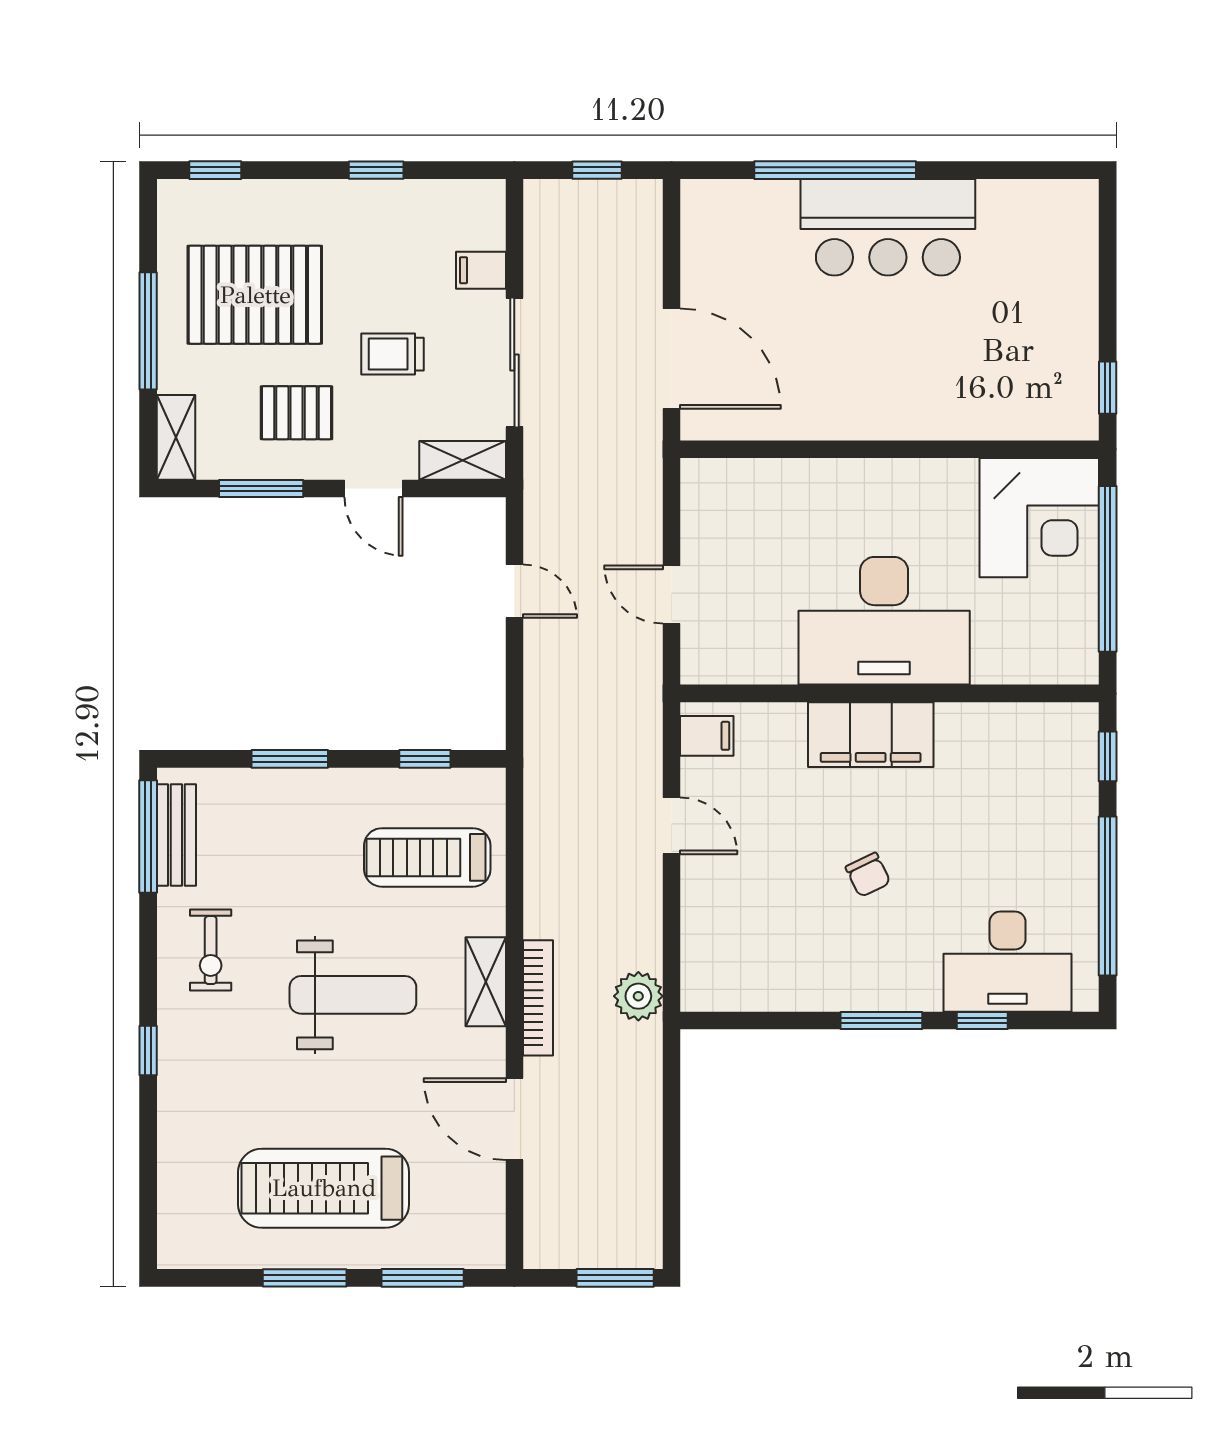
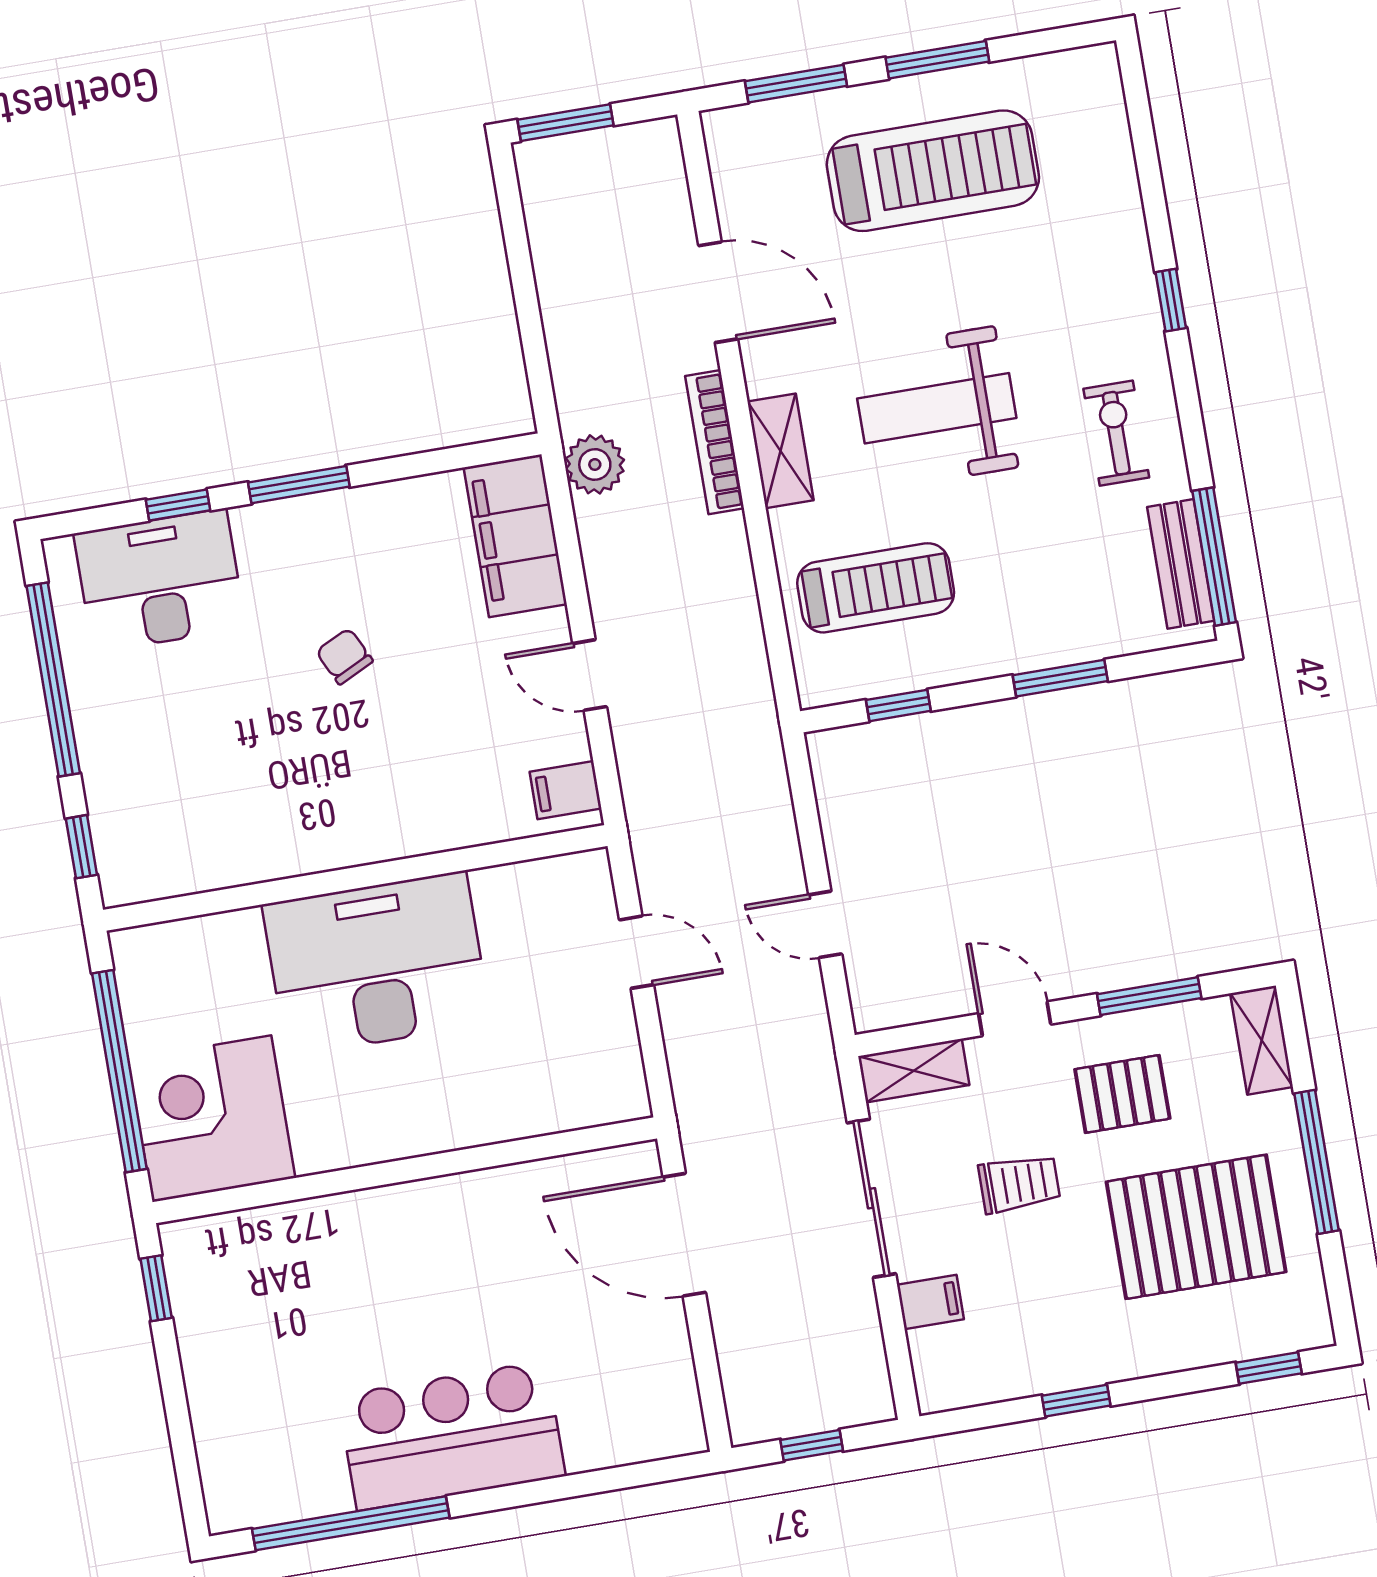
window: (835, 170) -> (351, 1523), moved
filing cabinet: (871, 735) -> (515, 536), moved, turned -90

